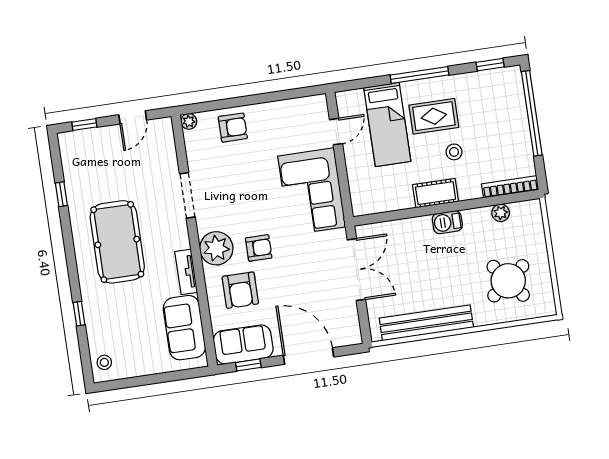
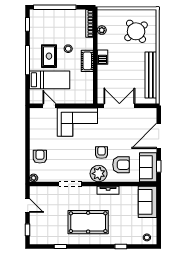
sofa: (184, 328) -> (148, 202), moved, turned 90

